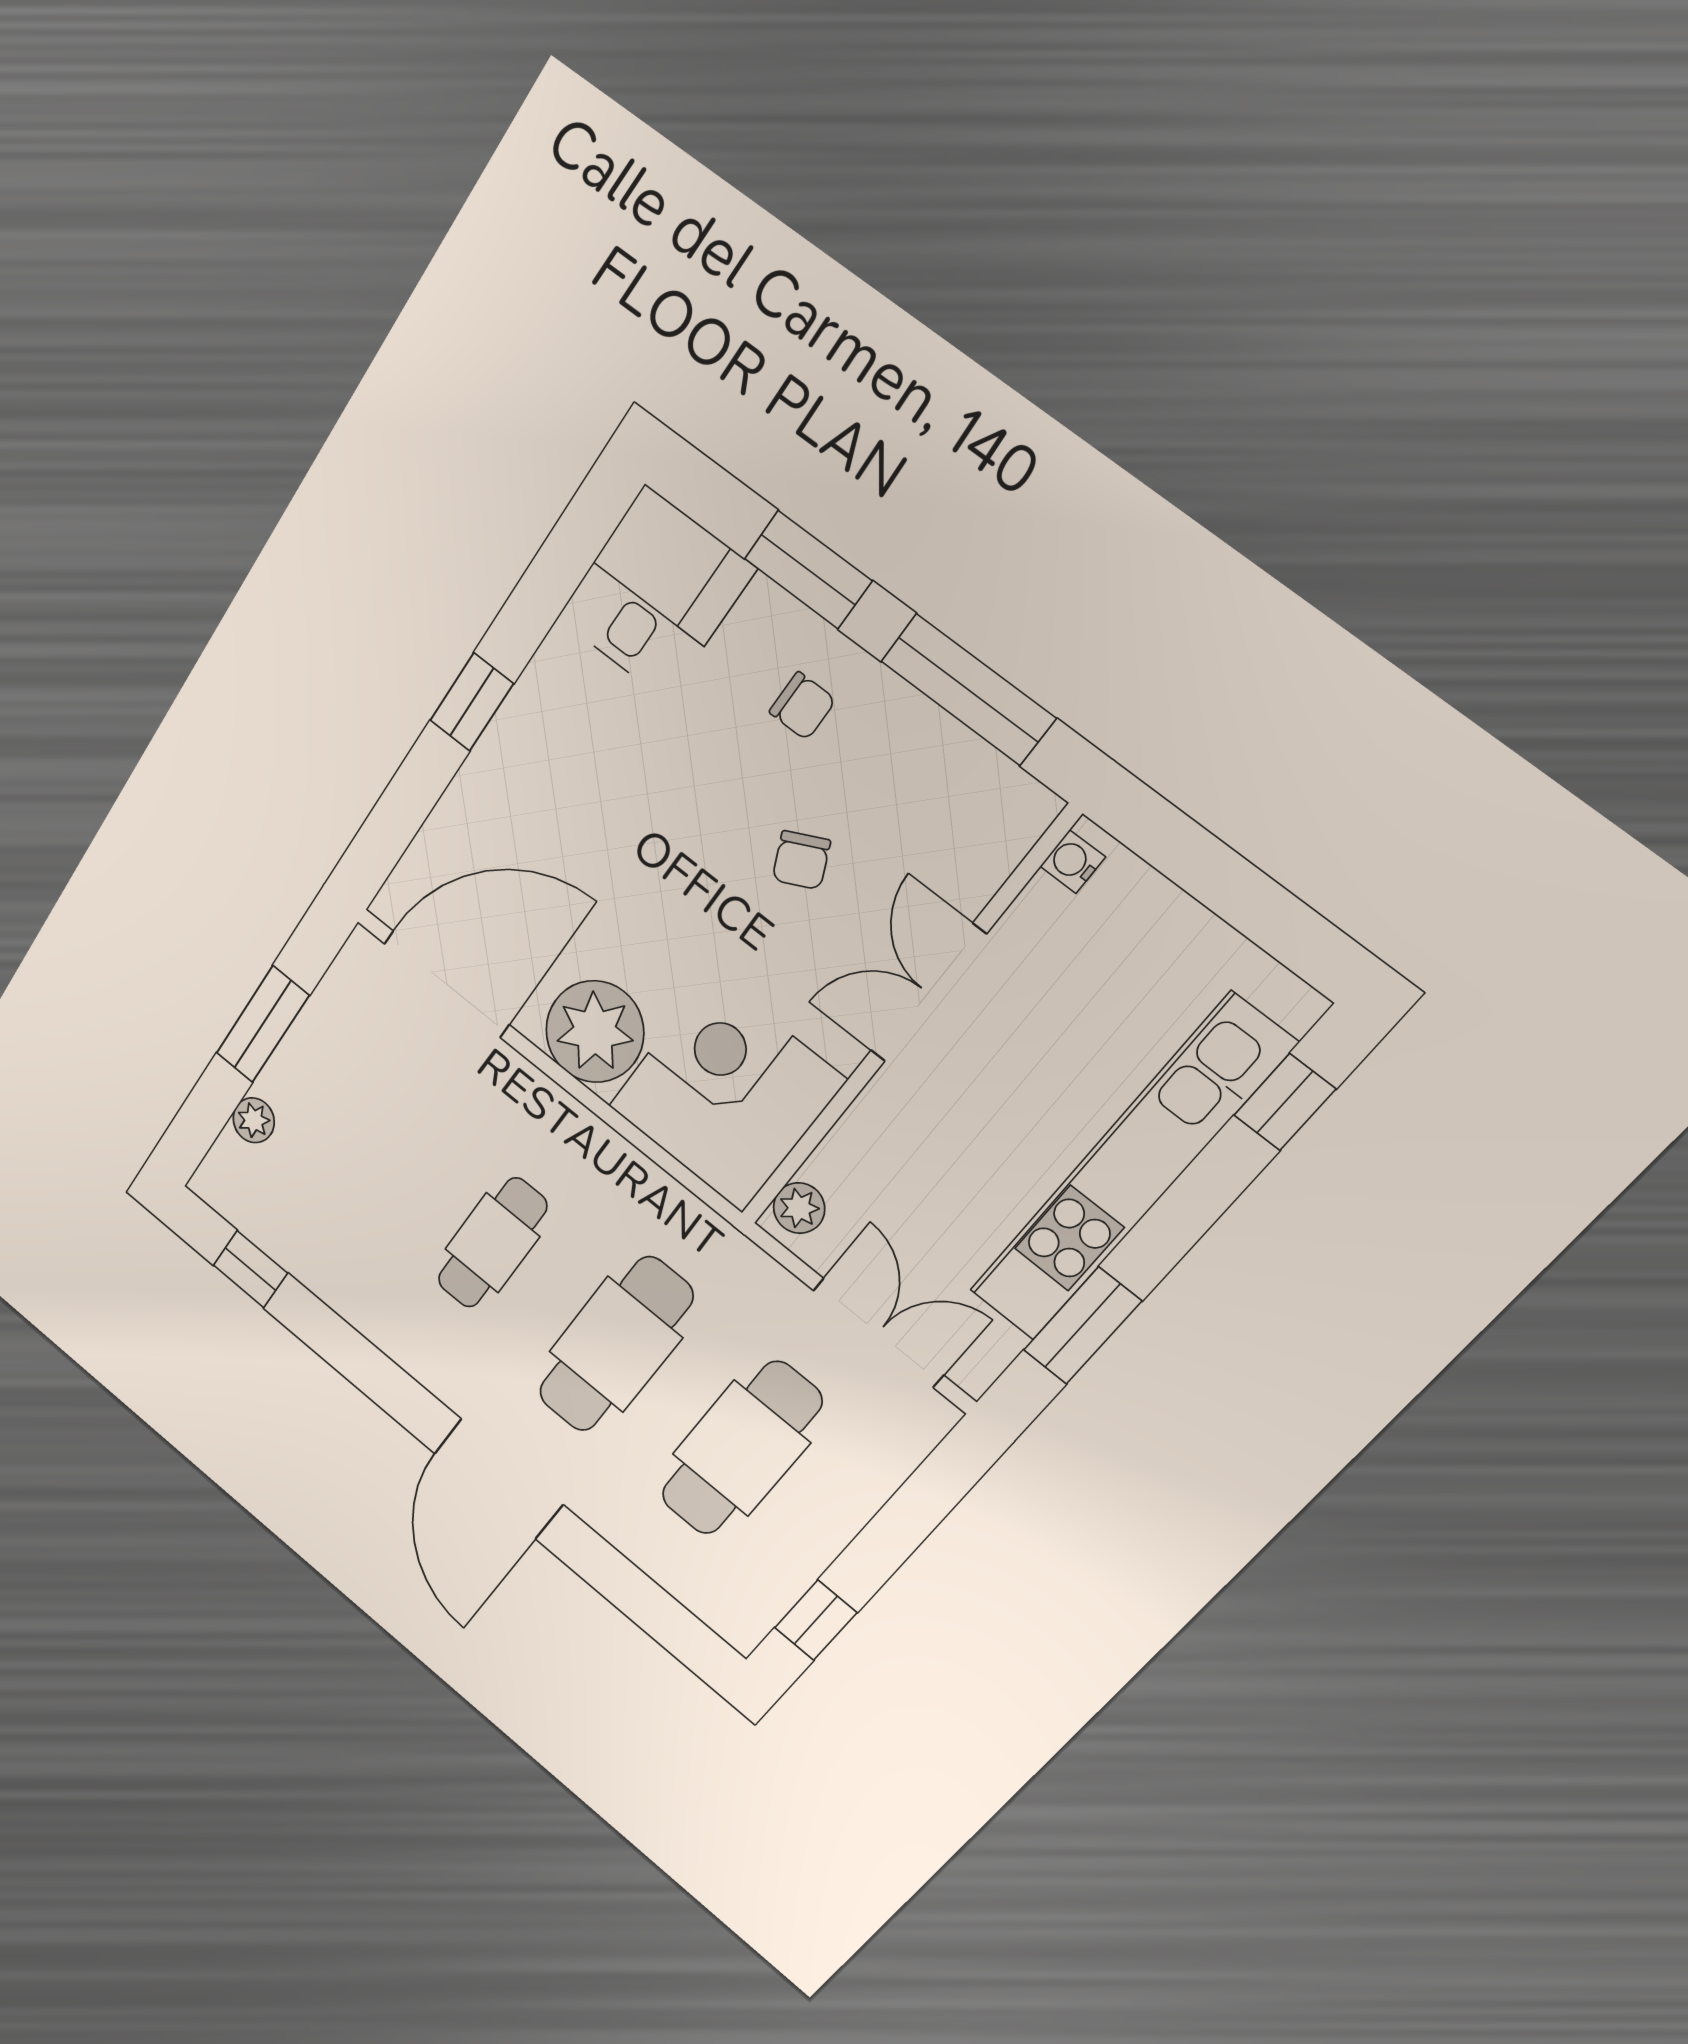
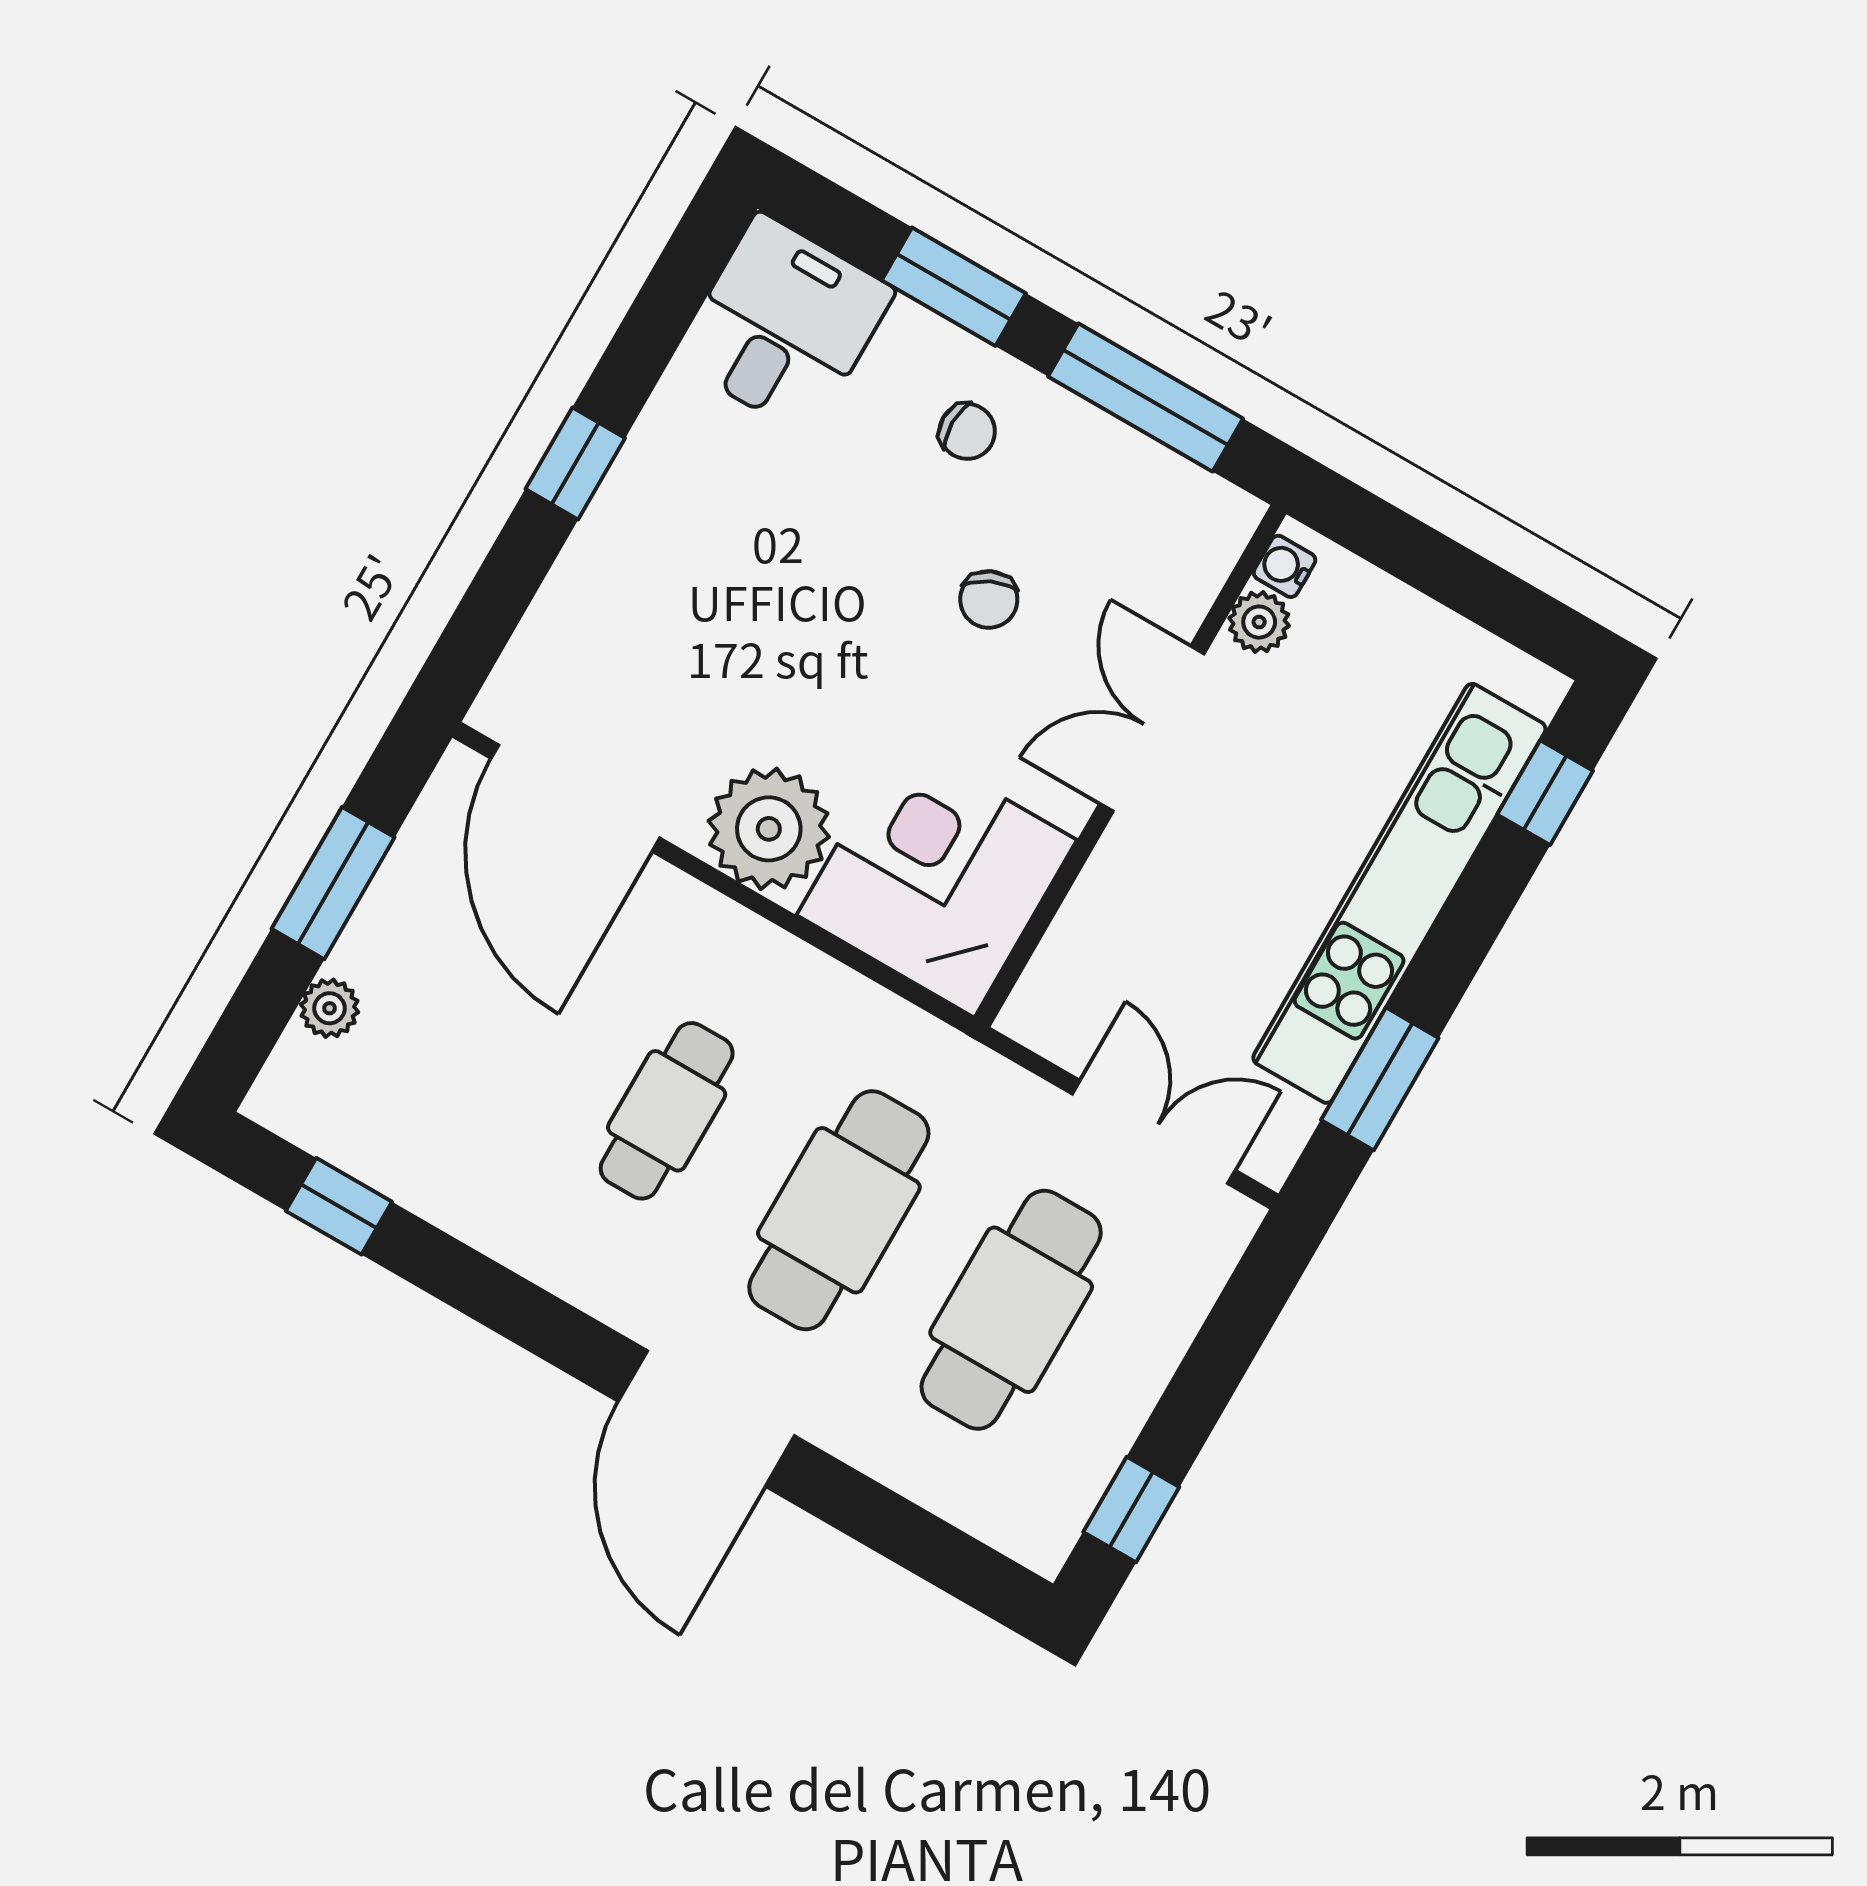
door: (446, 984) -> (575, 798), swing flipped
plant: (799, 1208) -> (1259, 622), moved

